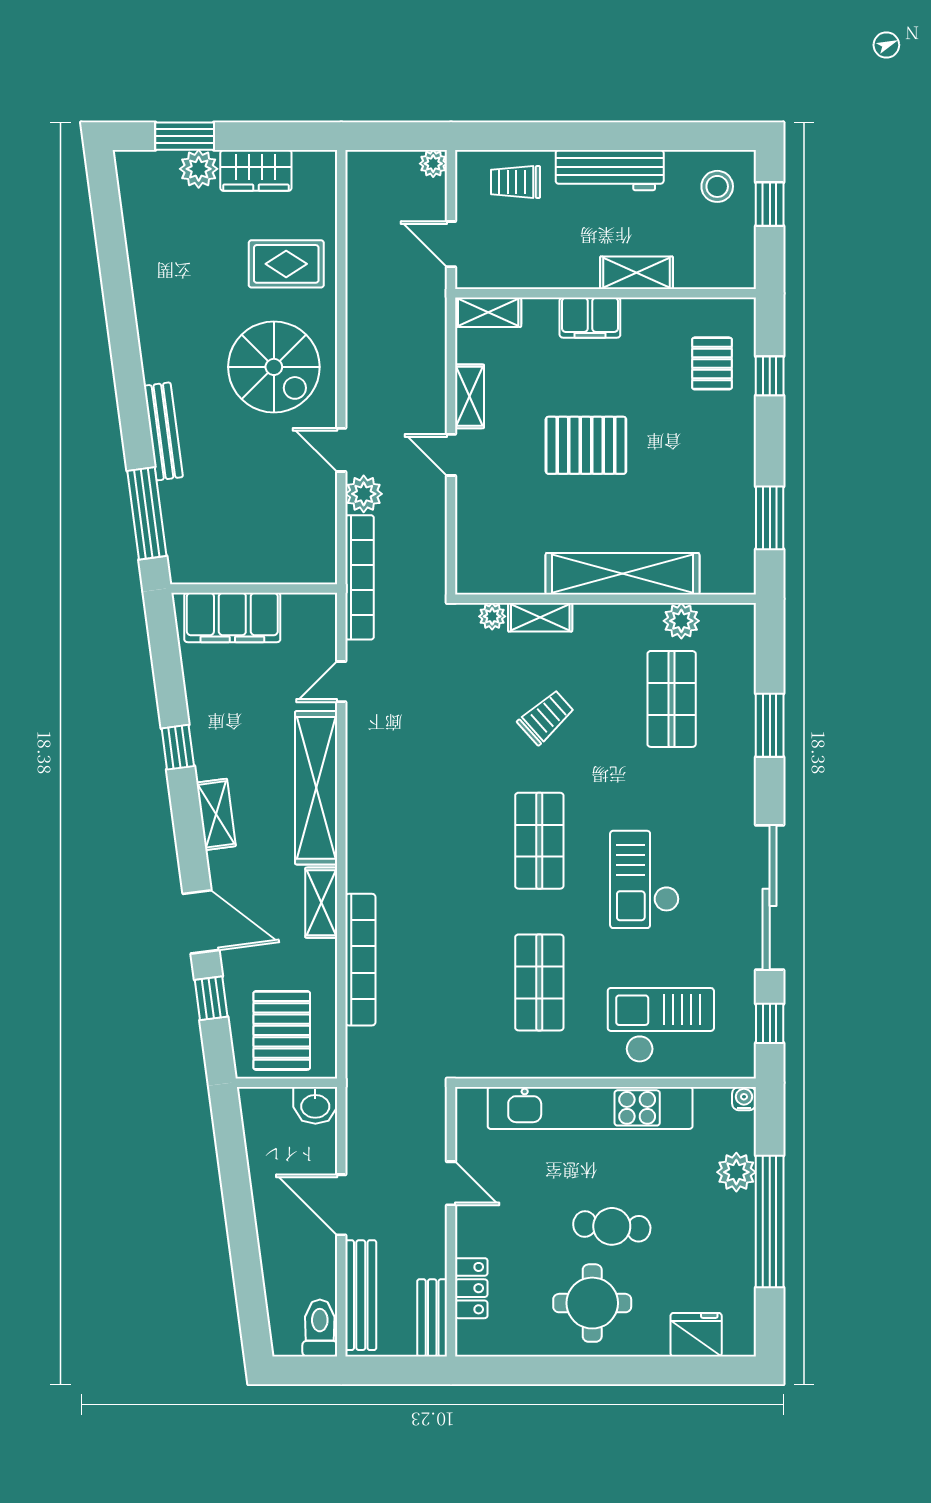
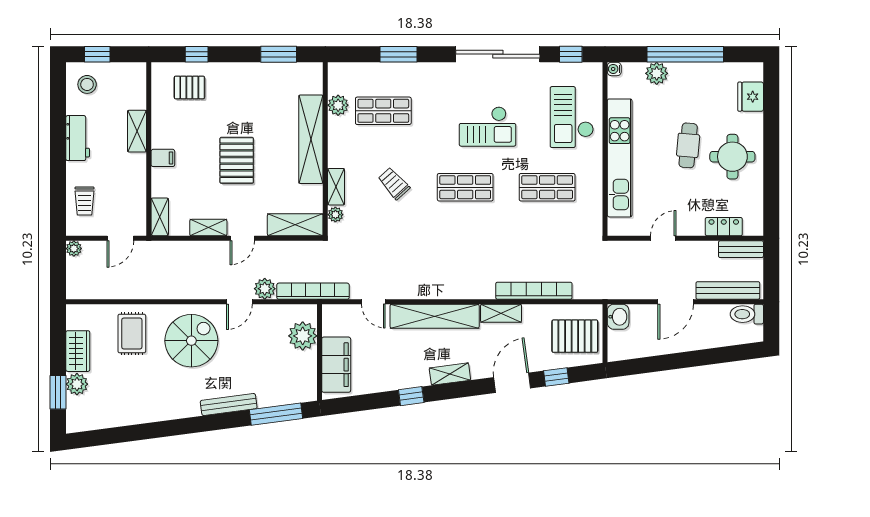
workbench: (610, 170) -> (78, 138), width x0.73
filing cabinet: (590, 318) -> (163, 158), width x0.50
shelving: (474, 547) -> (295, 225), added
plant: (282, 559) -> (303, 336), added

